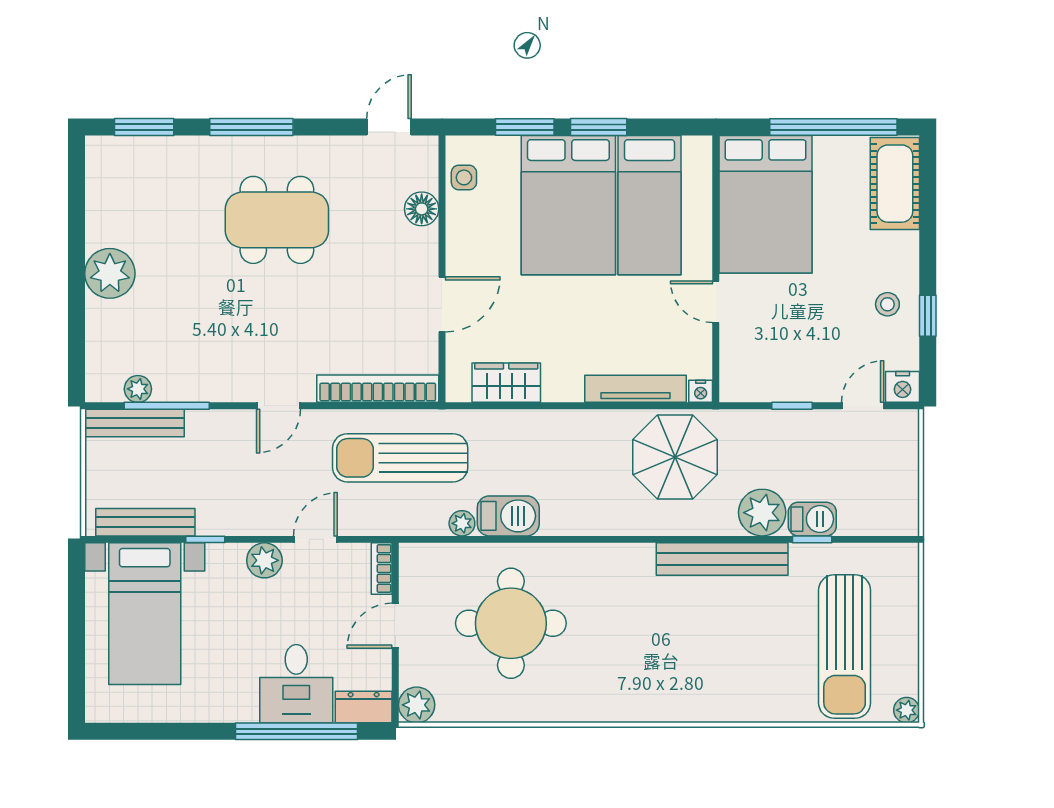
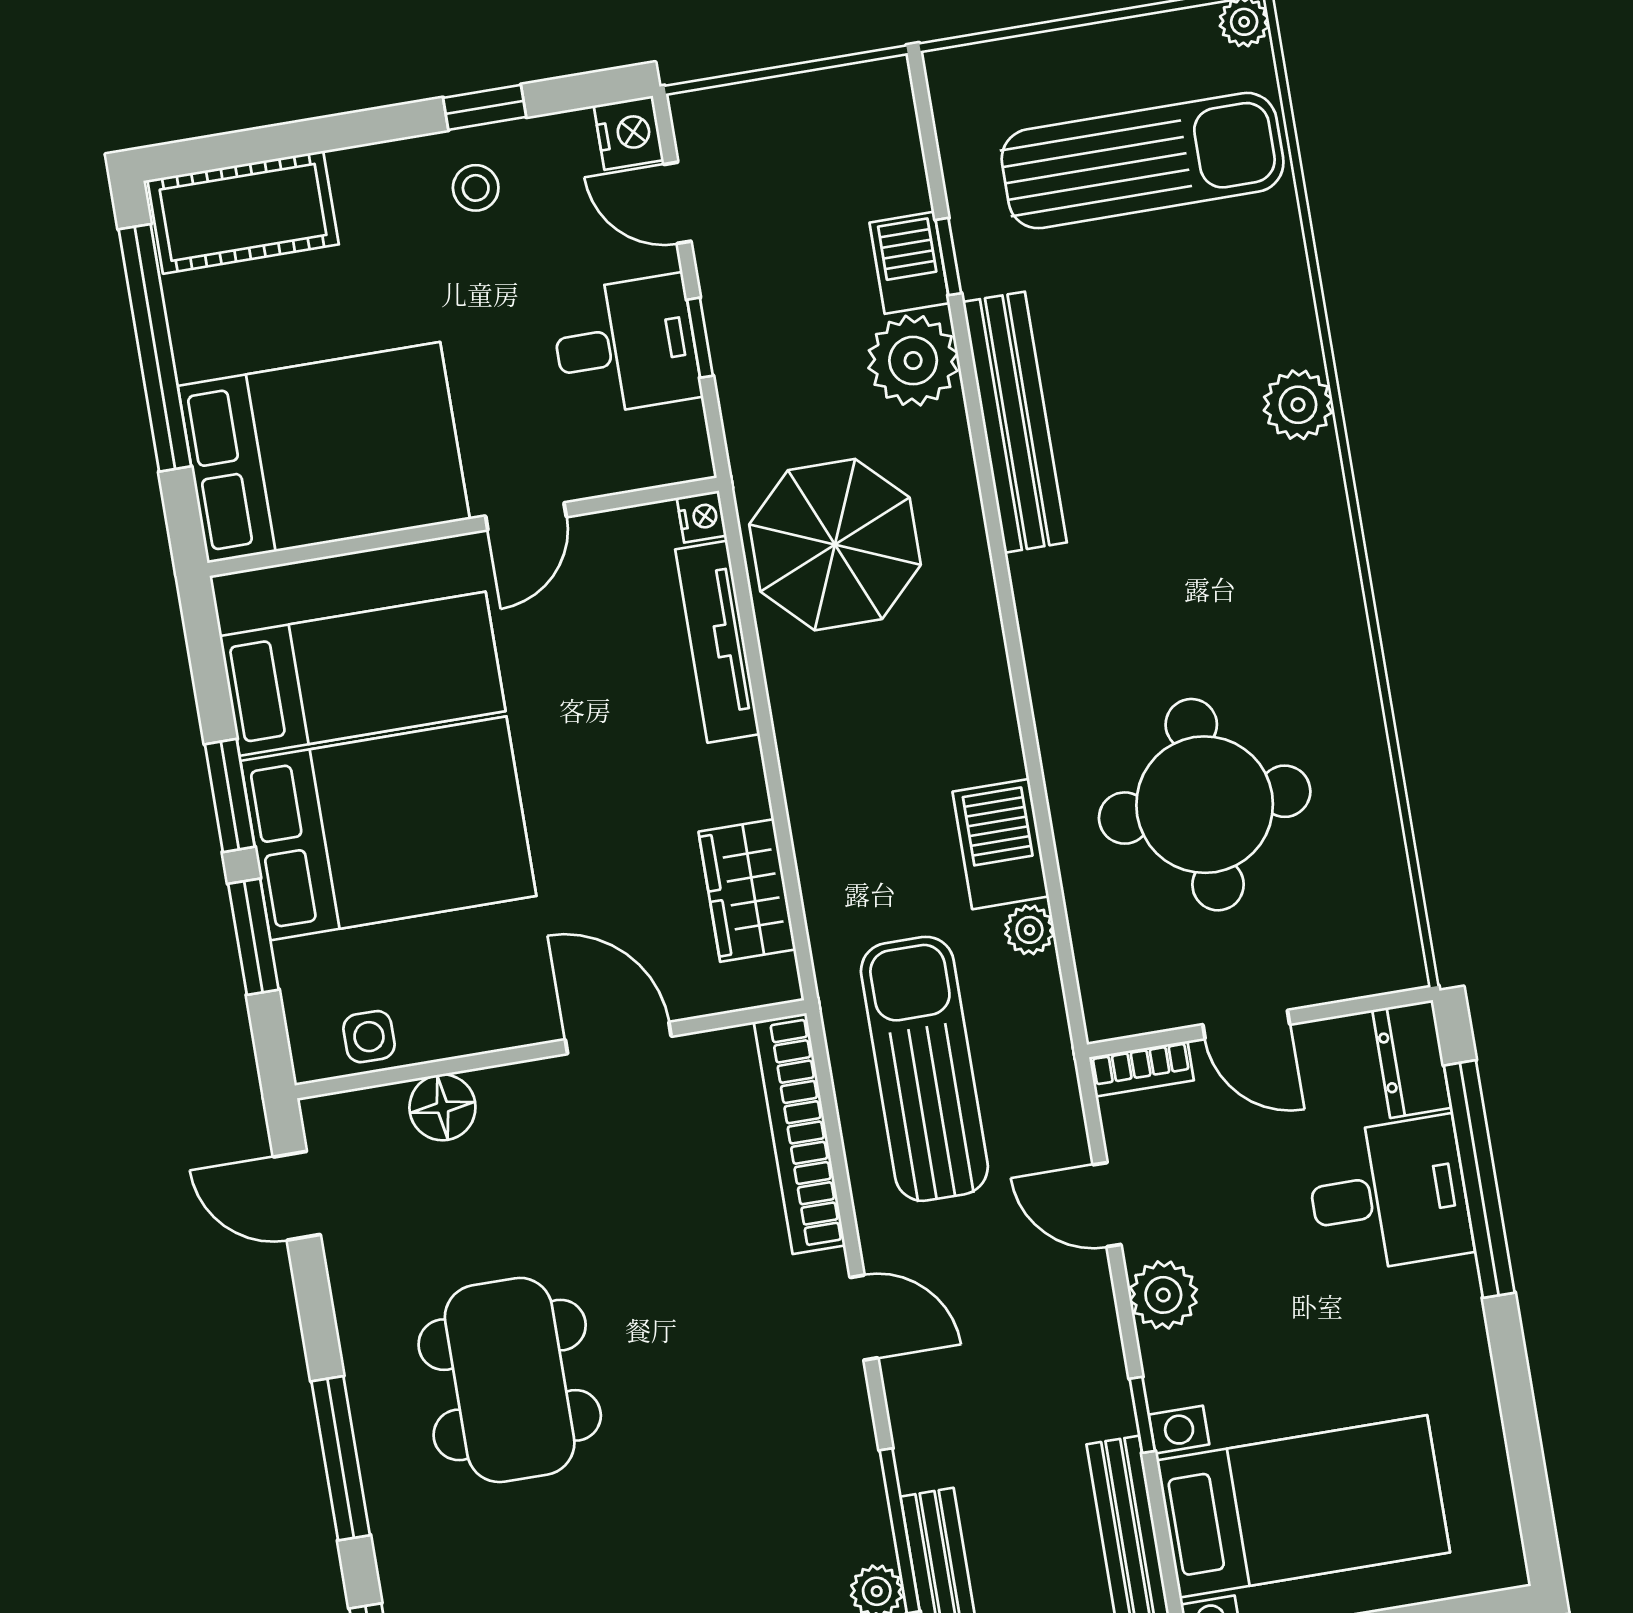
desk: (794, 367) -> (626, 346), added
sun lounger: (400, 458) -> (924, 1069), turned 180
plant: (417, 705) -> (1298, 405), moved

